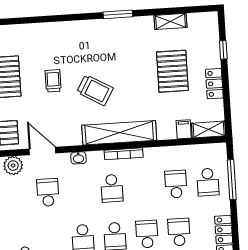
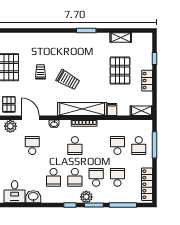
filing cabinet: (184, 129) -> (112, 110), moved

